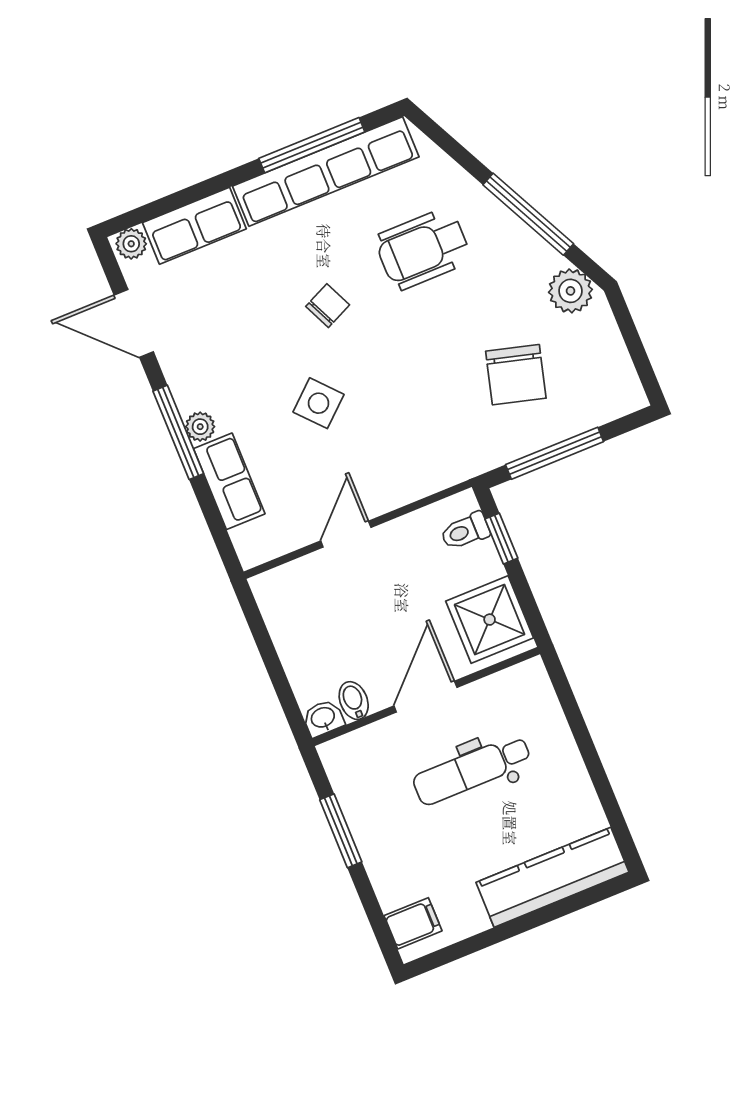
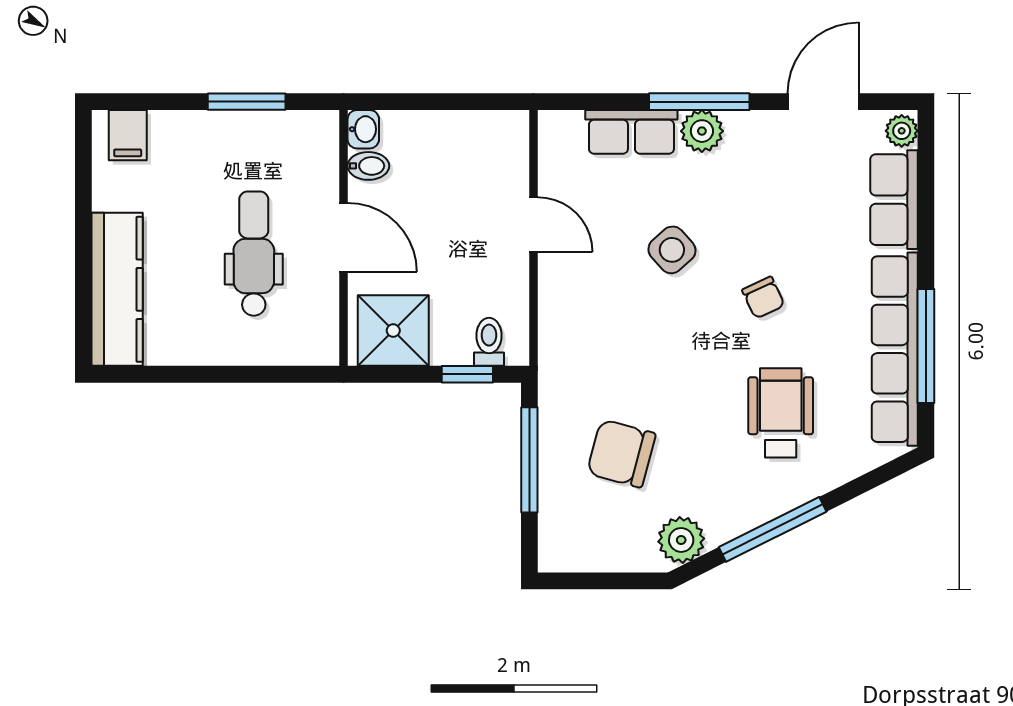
plant: (200, 427) -> (702, 131), width x1.38, depth x1.38

